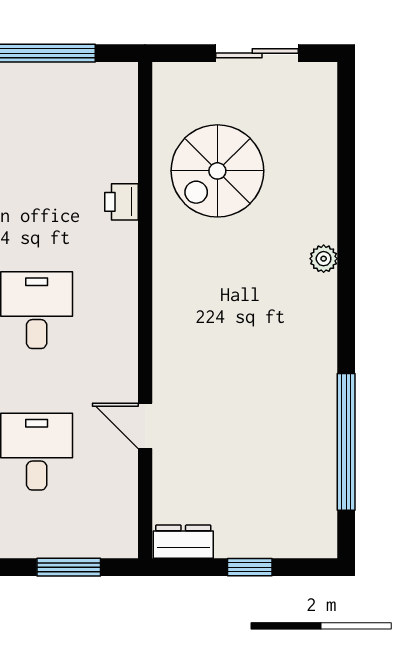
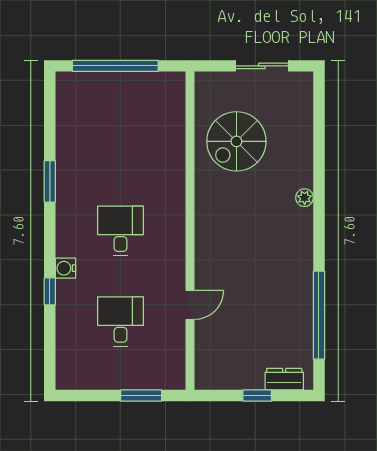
printer: (121, 202) -> (175, 161), removed
door: (145, 426) -> (190, 305), swing flipped
dresser: (183, 542) -> (284, 379), moved

